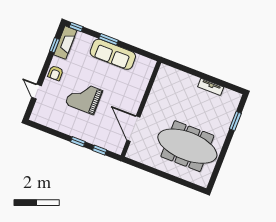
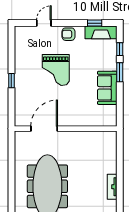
window: (76, 27) -> (120, 49), moved
sofa: (113, 54) -> (107, 88), width x0.73
grand piano: (84, 97) -> (56, 70), turned 180
window: (100, 150) -> (11, 104), removed

